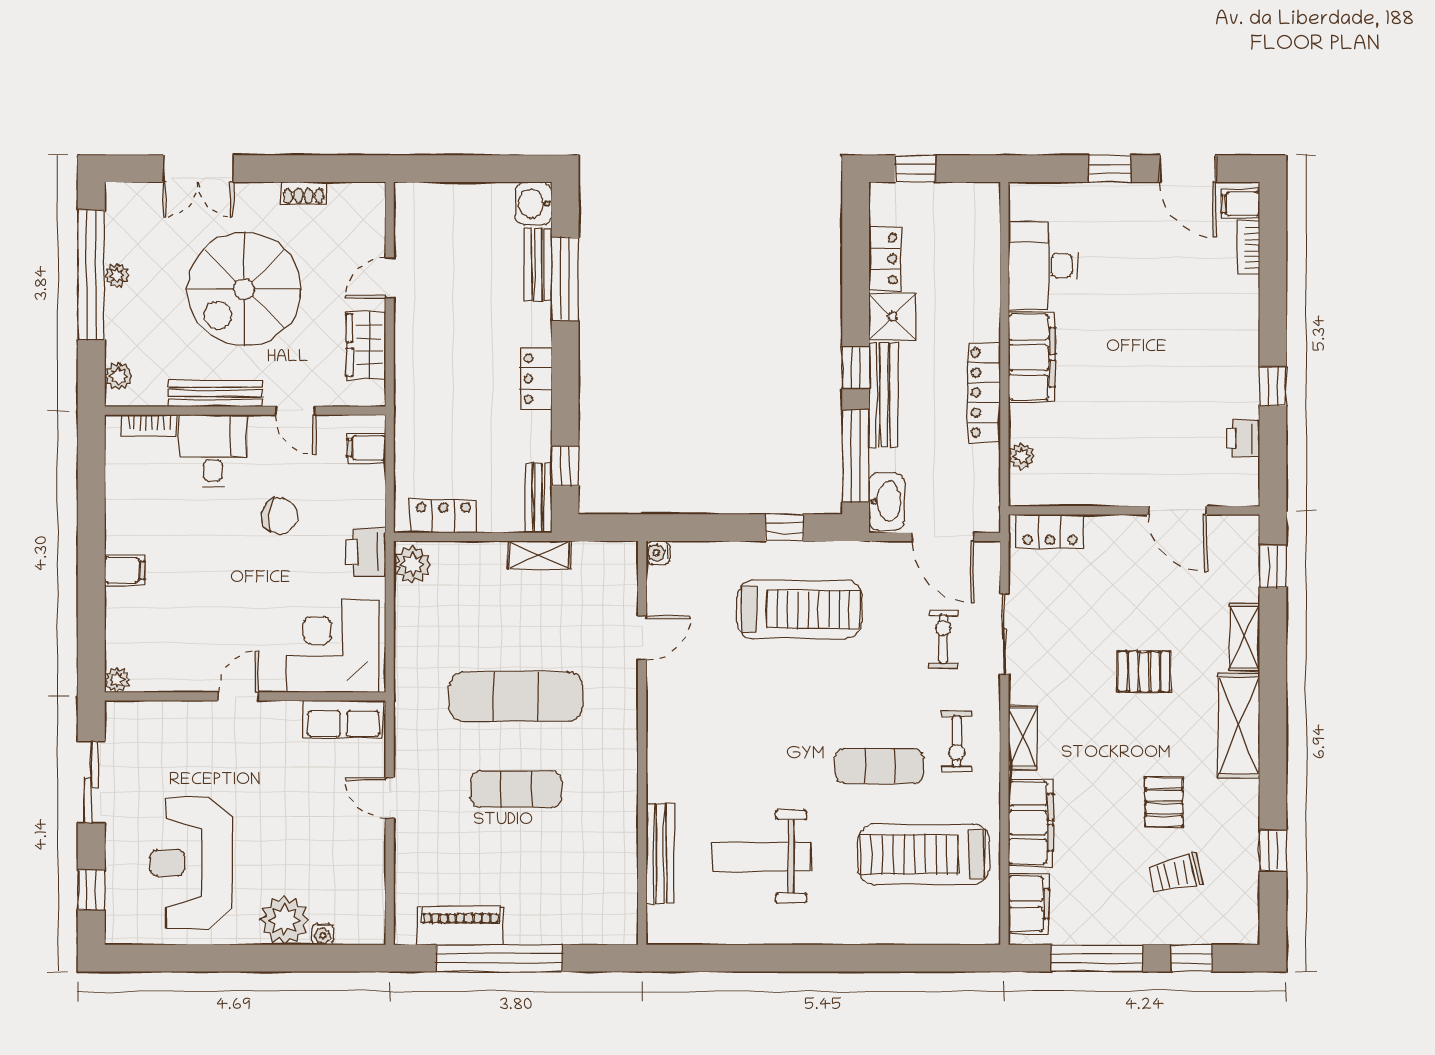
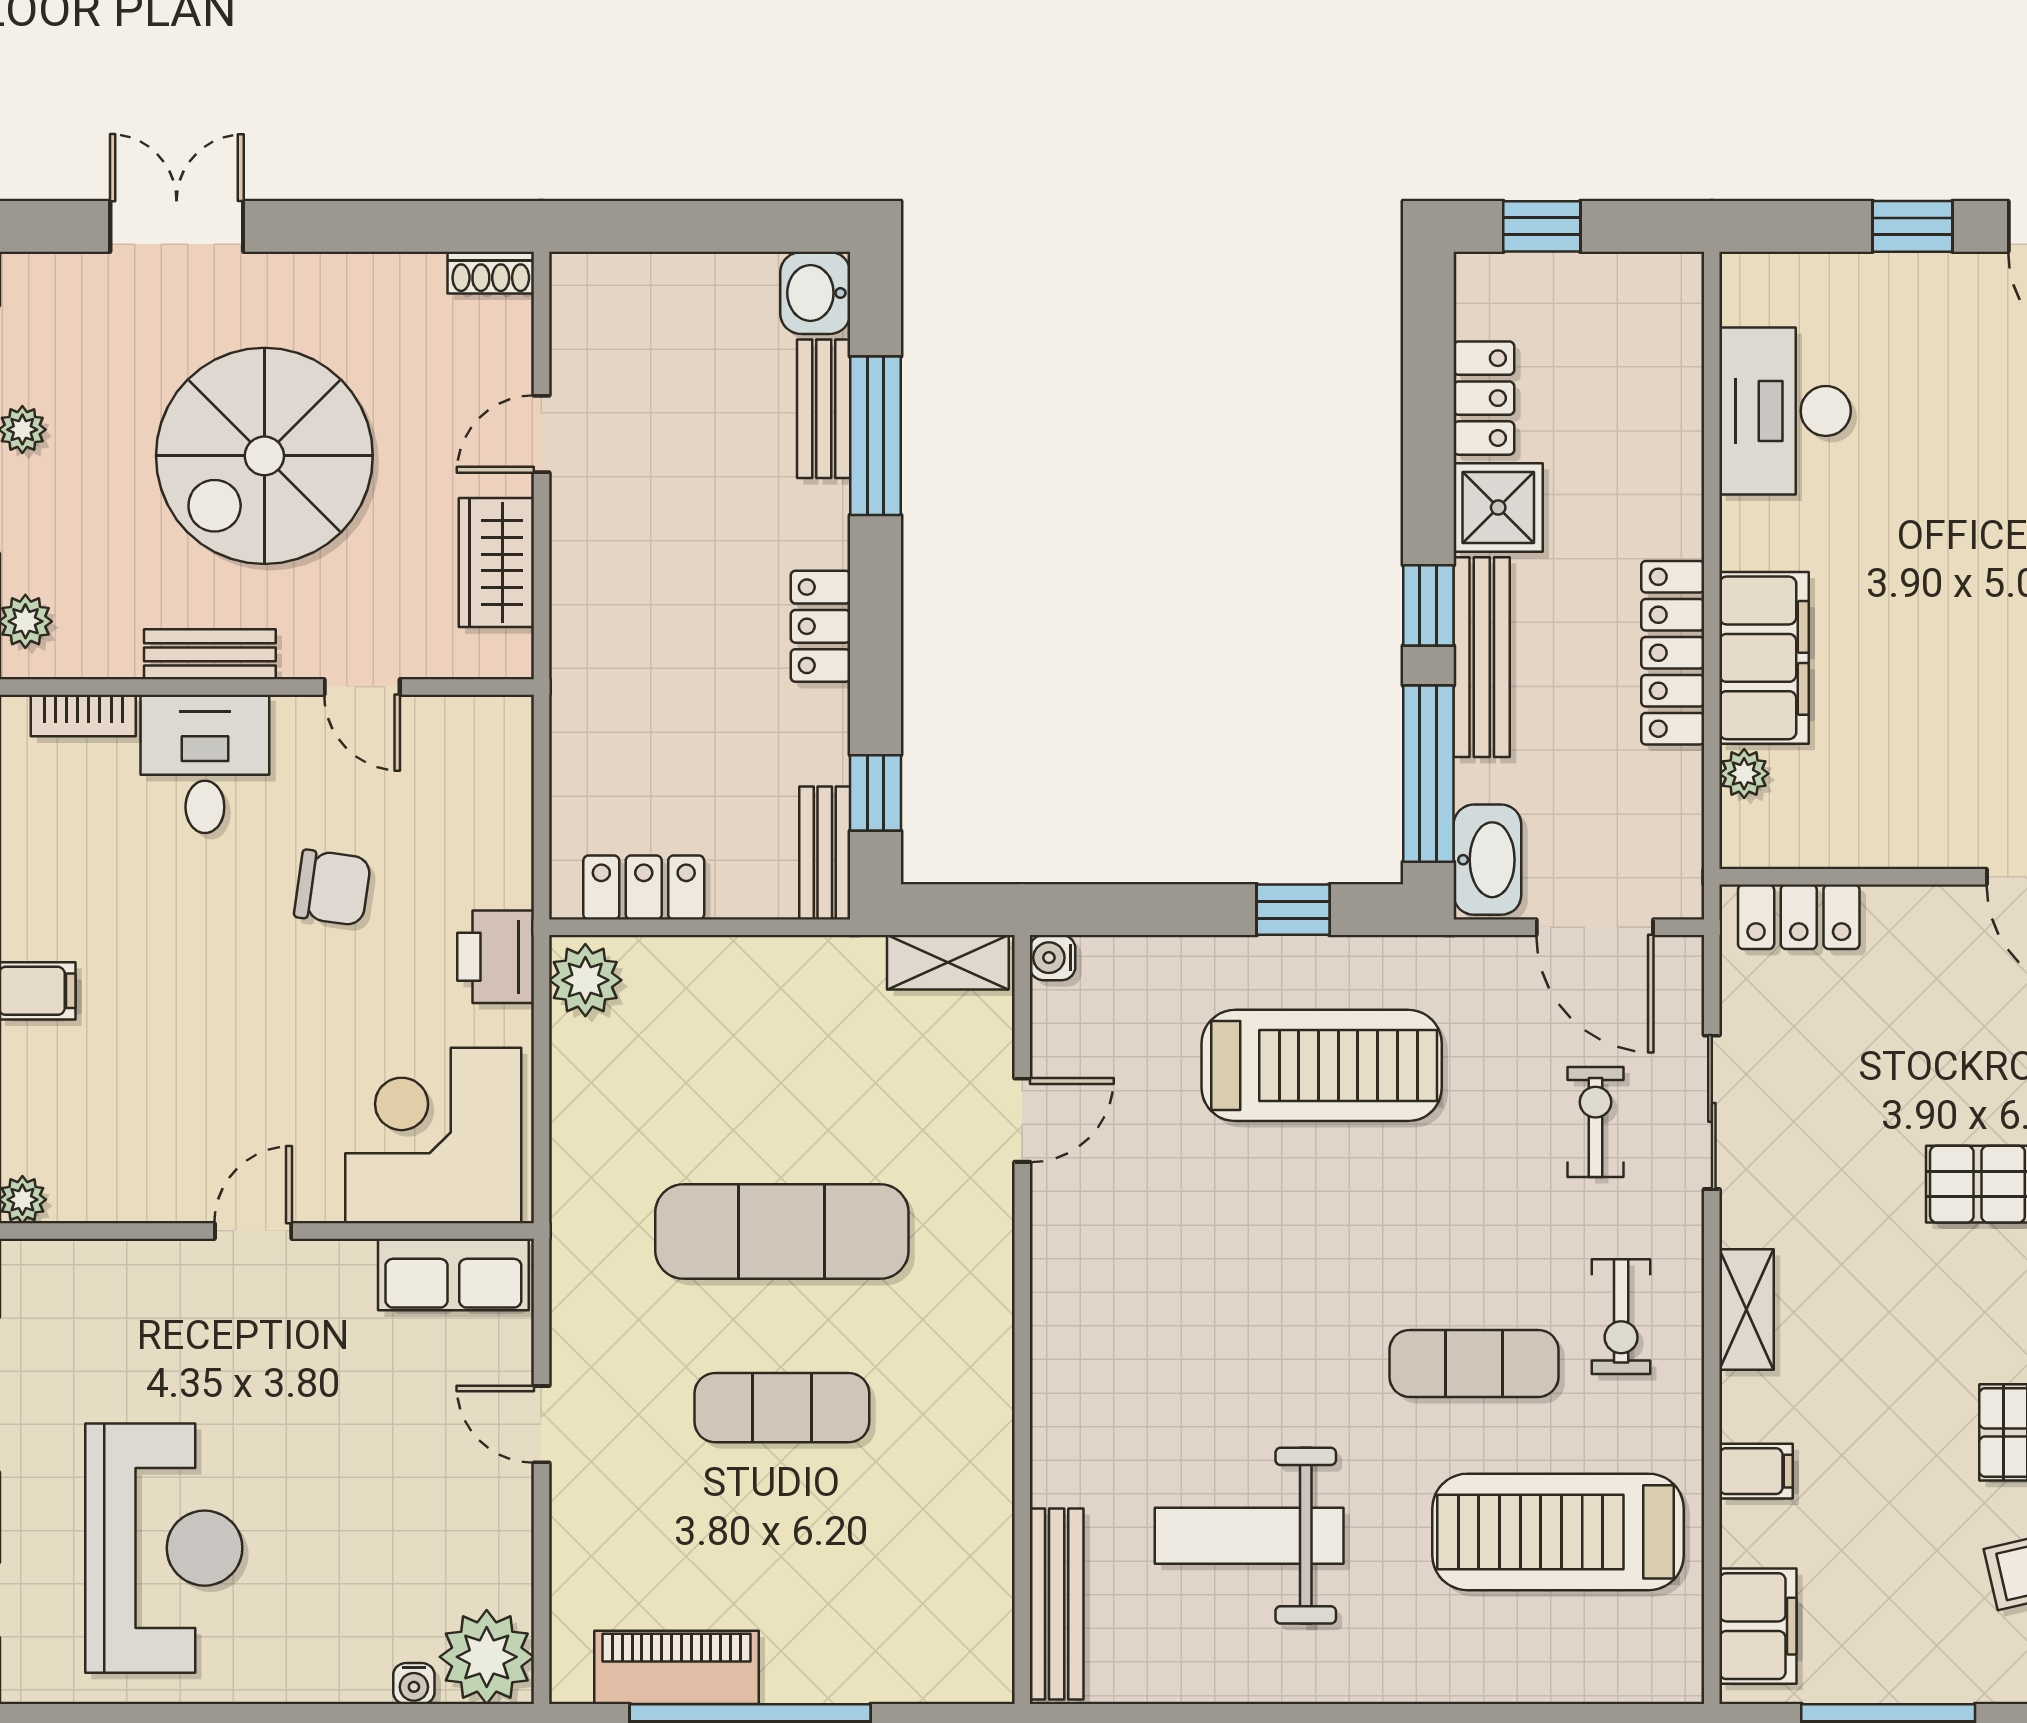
double door: (198, 169) -> (177, 226), swing flipped
shoe rack: (304, 193) -> (491, 273), moved
filing cabinet: (1032, 357) -> (1764, 658), moved
bench: (215, 393) -> (210, 654), width x0.73
filing cabinet: (366, 448) -> (497, 758), removed
shelving: (539, 555) -> (948, 962), moved
filing cabinet: (1031, 822) -> (1756, 1471), width x0.33, depth x0.86
bench: (660, 853) -> (1057, 1604), moved
reception desk: (191, 863) -> (164, 1548), turned 180
plant: (284, 920) -> (487, 1657), moved

